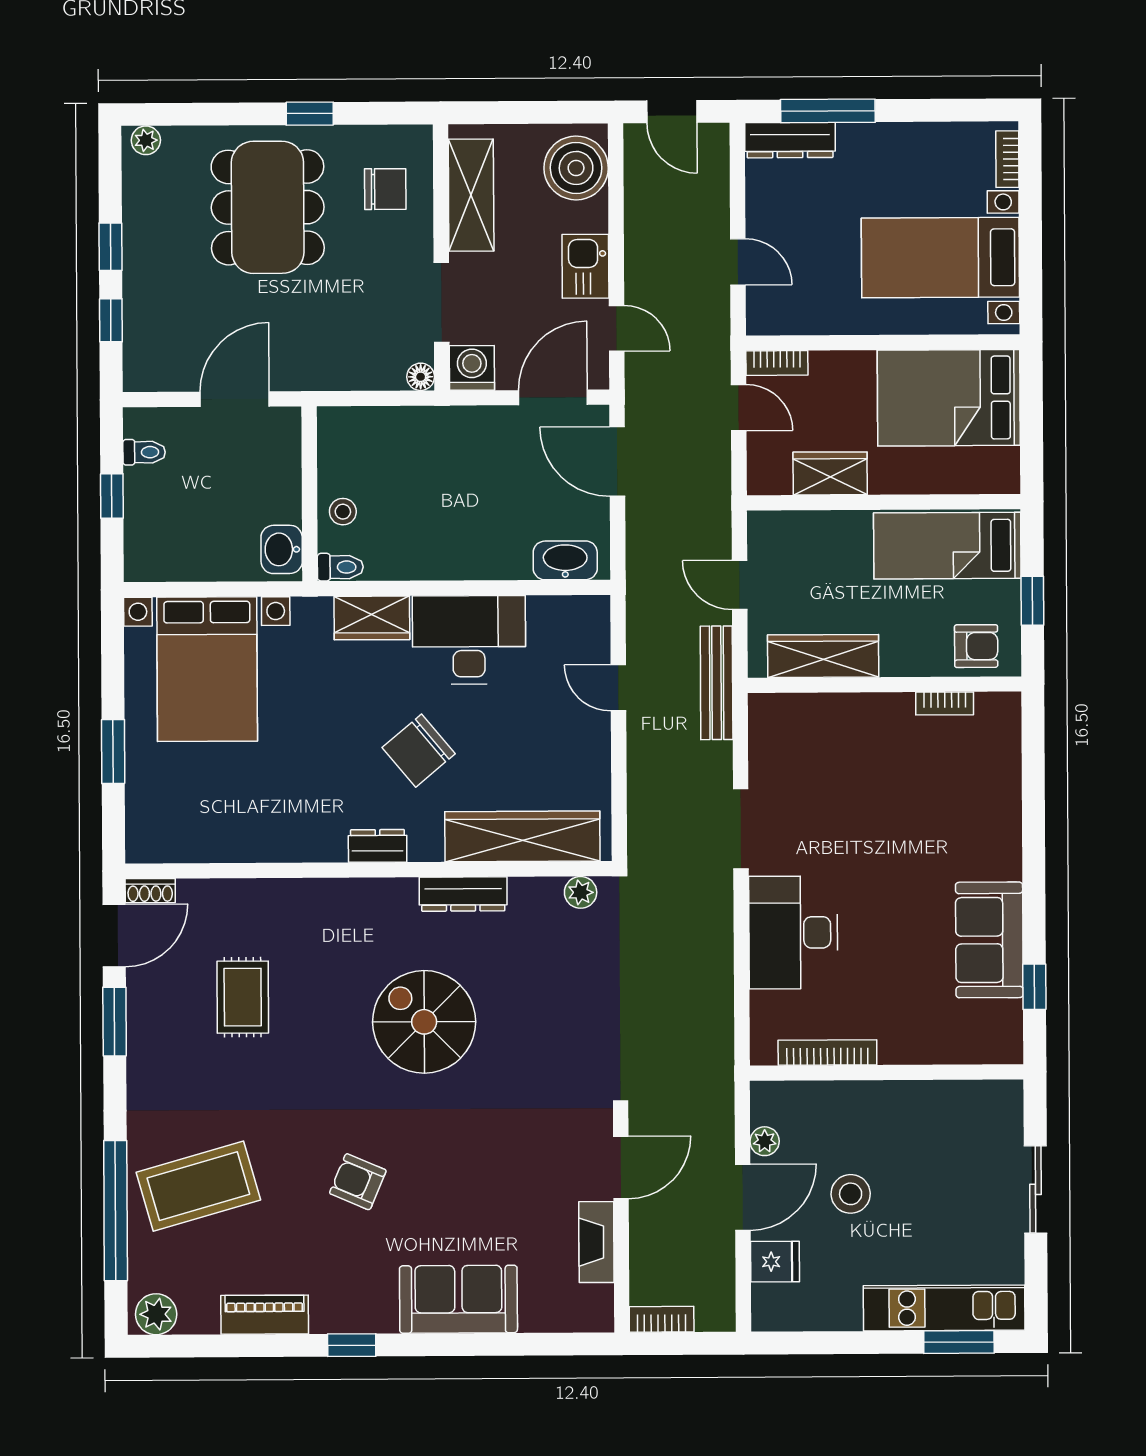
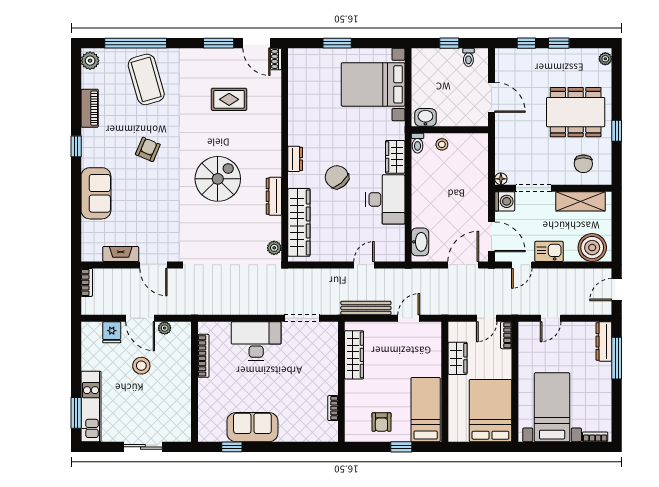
wardrobe: (823, 656) -> (354, 355), moved
wall: (885, 685) -> (341, 382), moved
bookcase: (945, 703) -> (333, 408), moved

